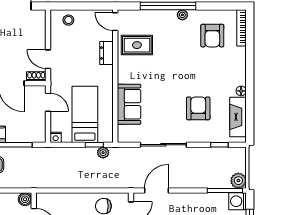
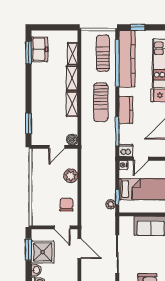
door: (48, 102) -> (141, 159), moved
dishwasher: (38, 134) -> (126, 151), added
plant: (69, 201) -> (71, 176), added

